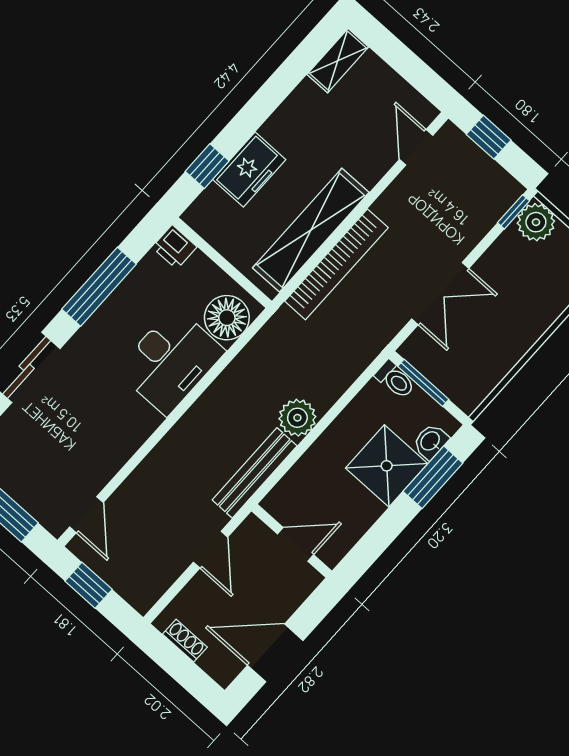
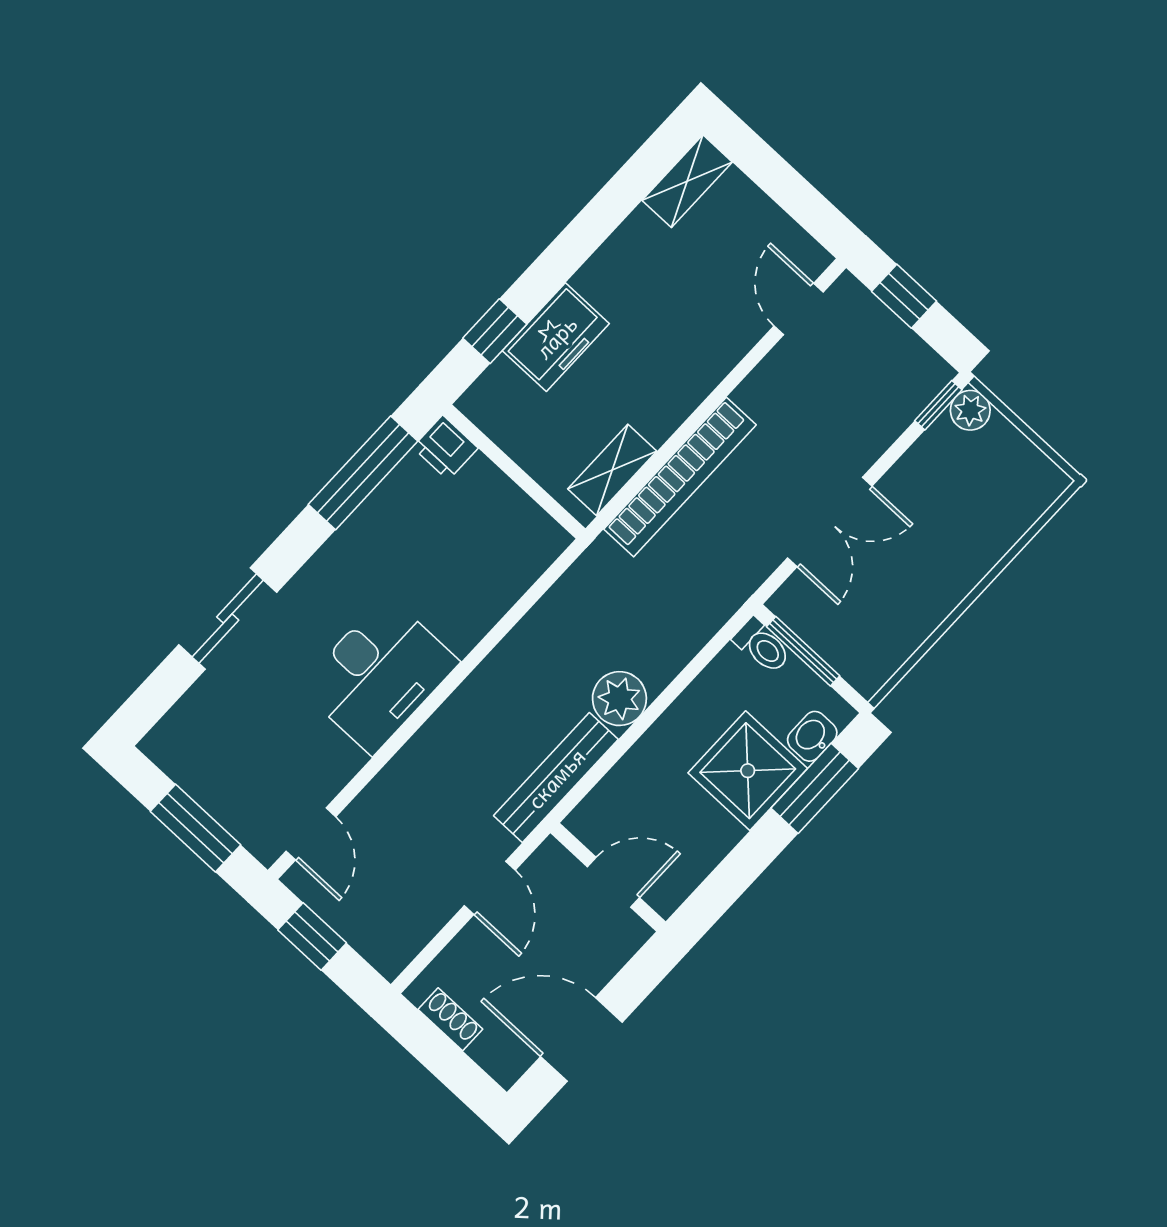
plant: (536, 222) -> (970, 410), width x0.73, depth x0.73
shelving: (311, 230) -> (612, 470), width x0.45, depth x0.75
window: (99, 287) -> (363, 473), moved
floor lamp: (227, 318) -> (520, 552), removed
desk: (171, 361) -> (379, 675), moved

